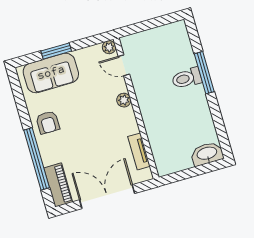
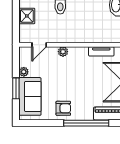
shower: (158, 38) -> (27, 16), added
plant: (109, 47) -> (24, 72), moved

